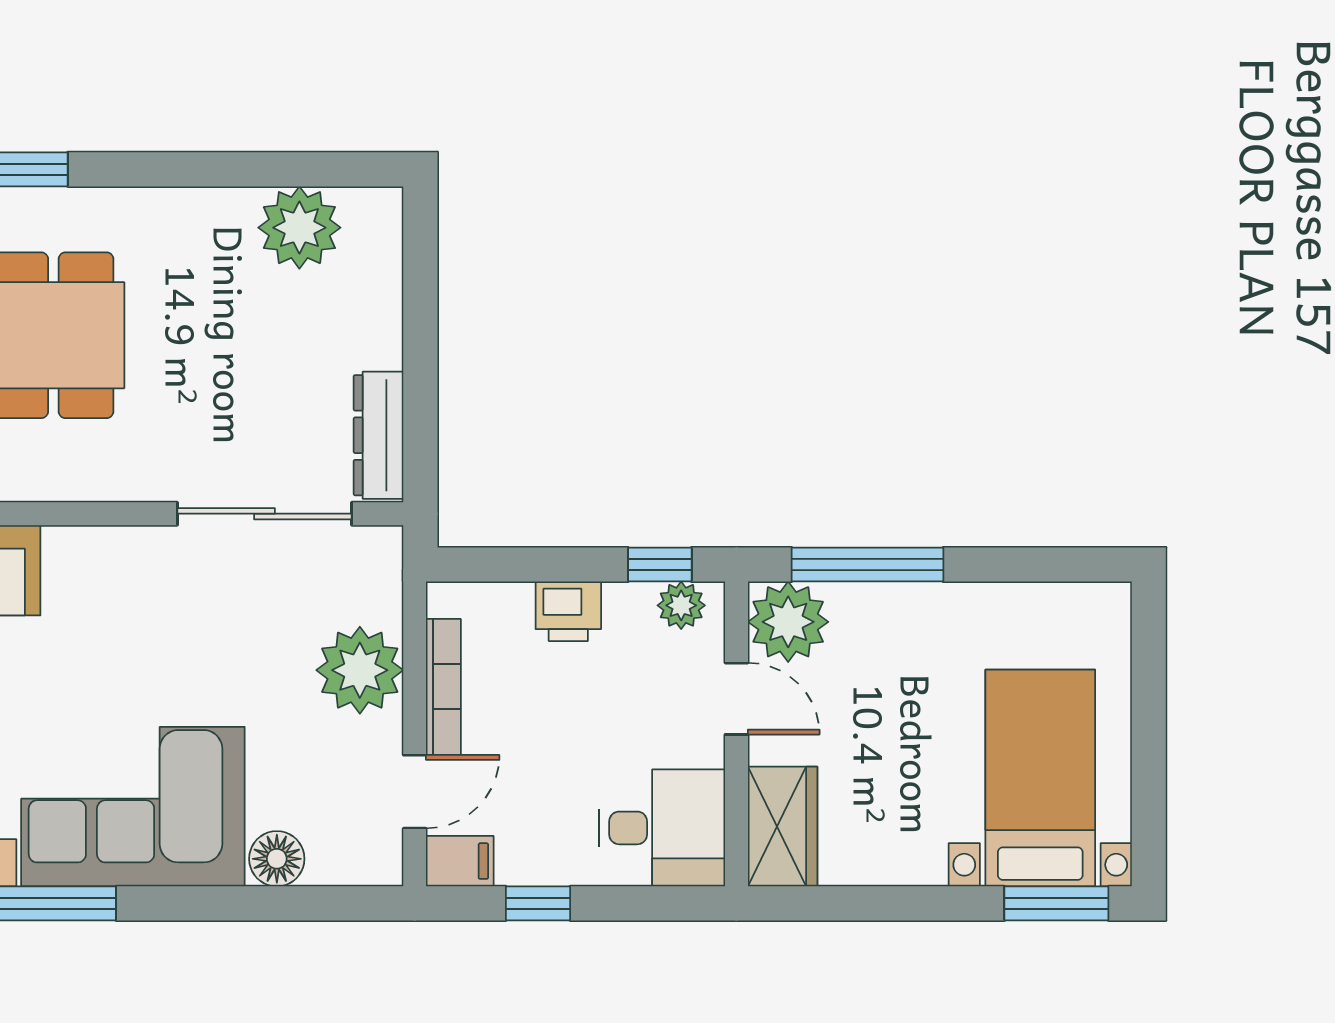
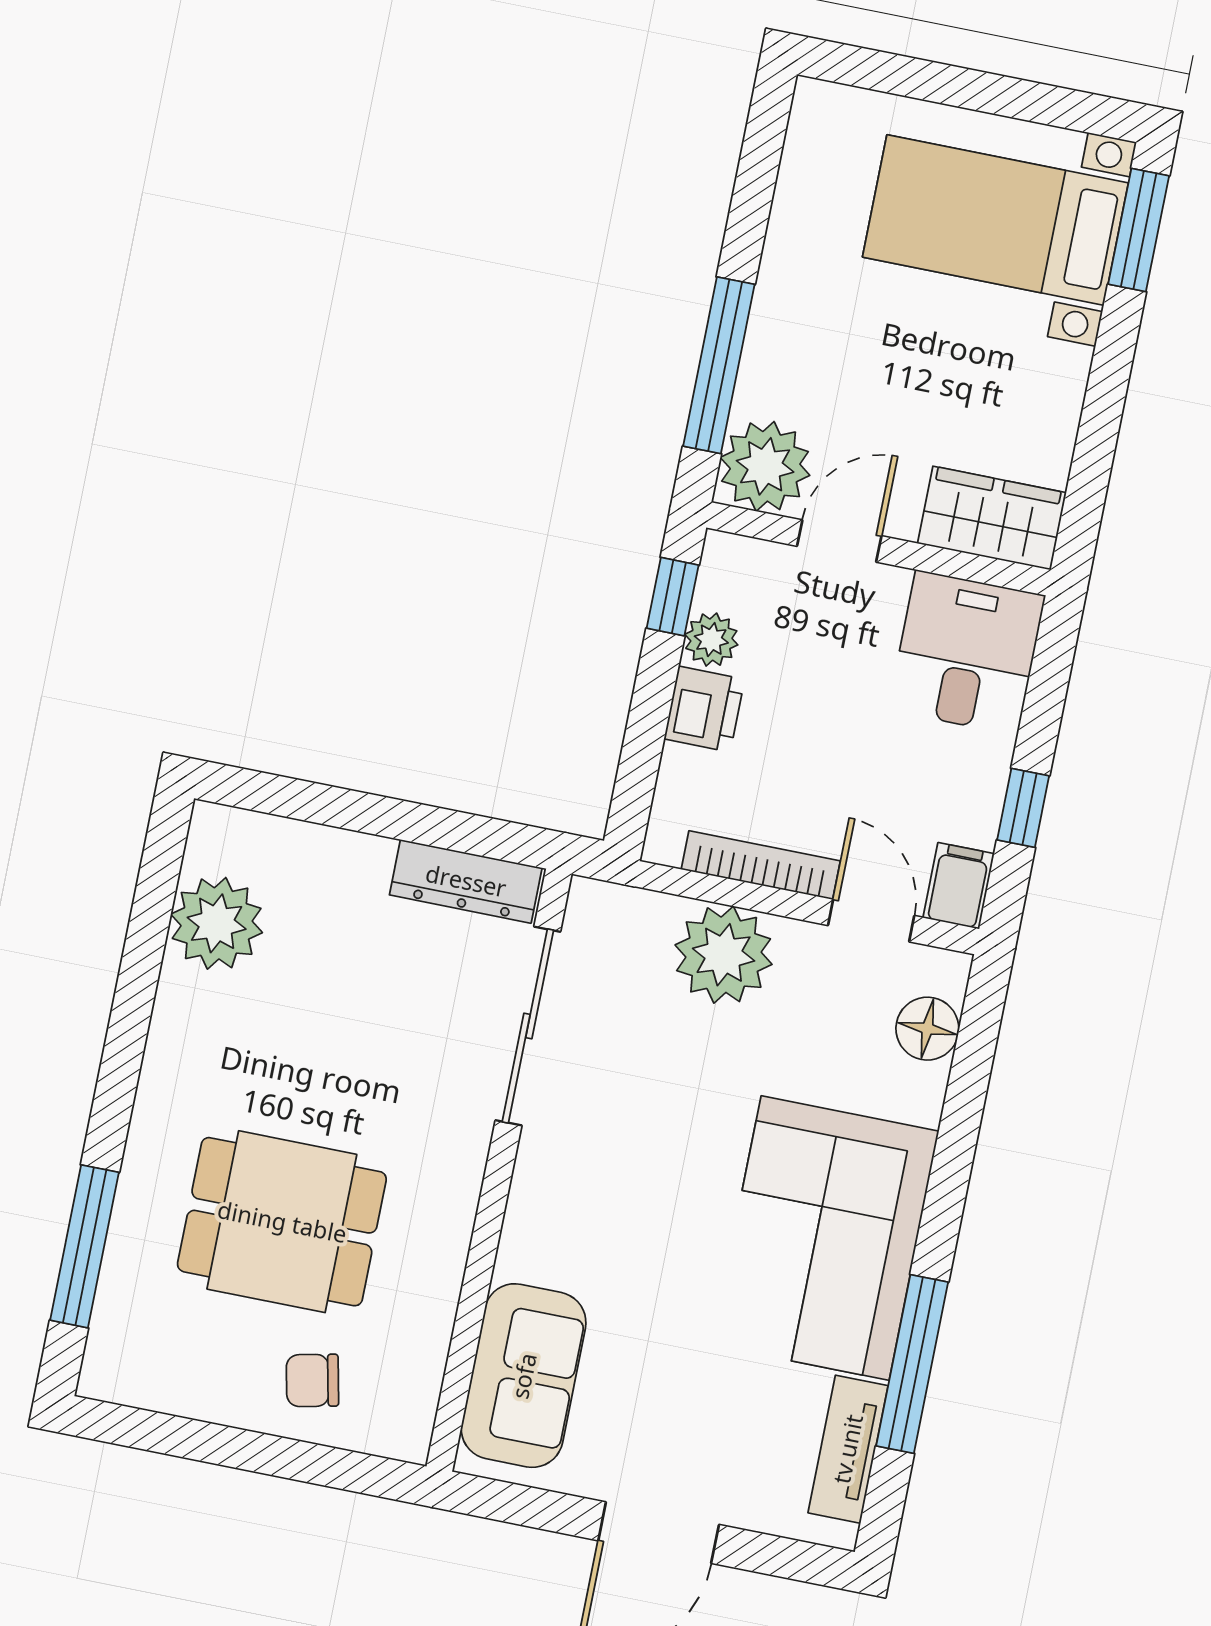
plant: (681, 605) -> (711, 640), moved
floor lamp: (277, 859) -> (927, 1029), moved

